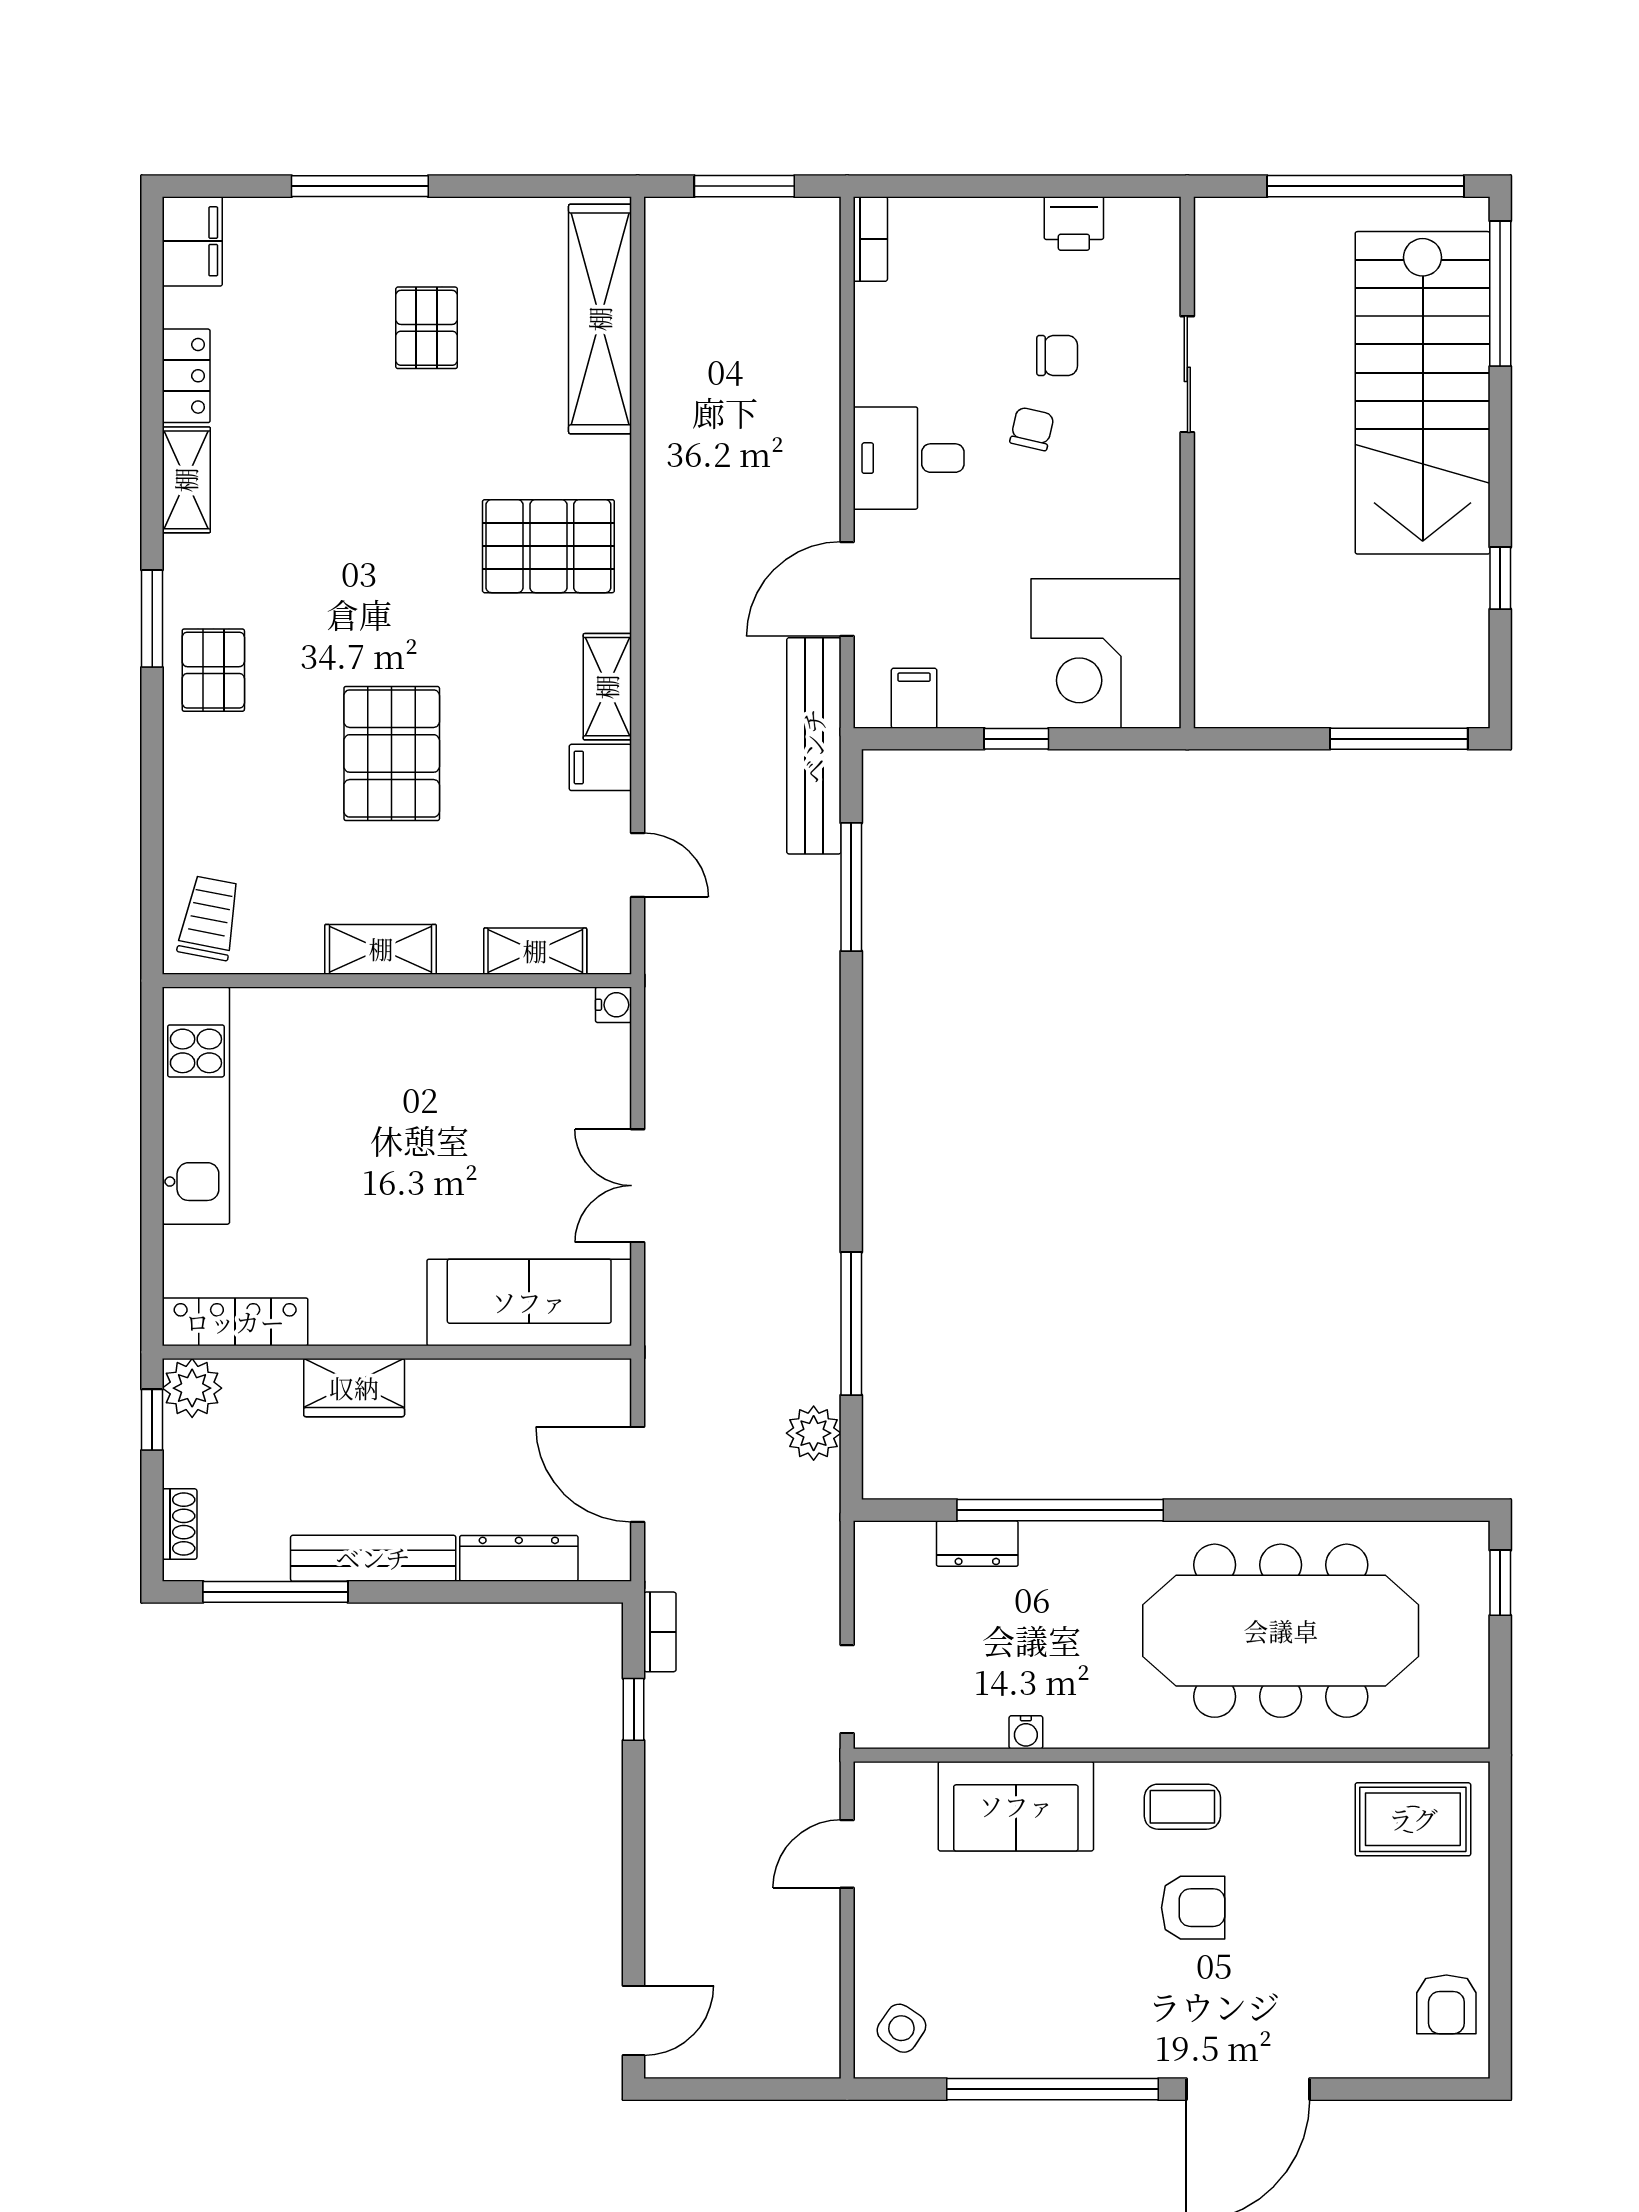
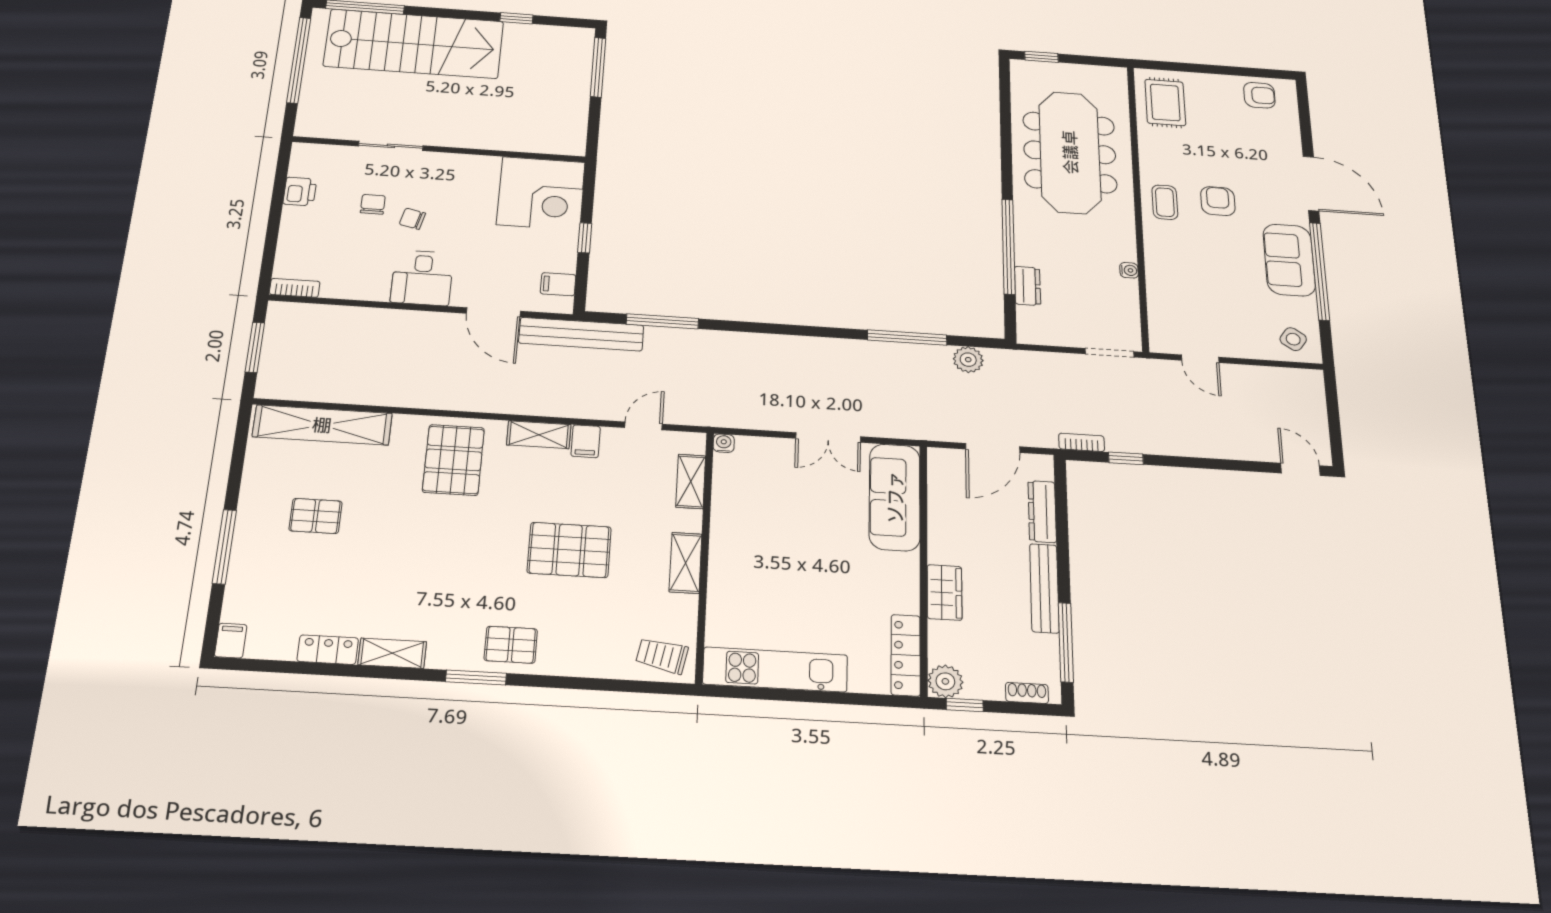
filing cabinet: (192, 241) -> (231, 641), width x0.50
sofa: (1016, 1806) -> (1289, 260), moved, turned 180

